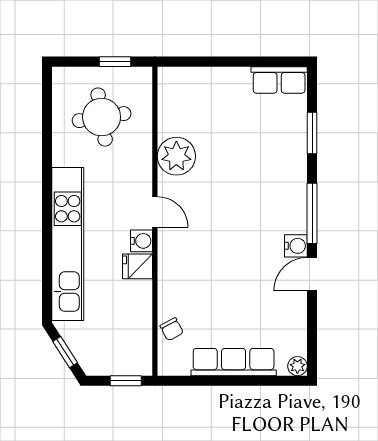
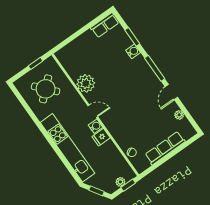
round table: (102, 117) -> (46, 89), turned -33
water cooler: (296, 246) -> (133, 51), moved
plant: (117, 366) -> (120, 182), added
plant: (297, 366) -> (179, 115), moved

